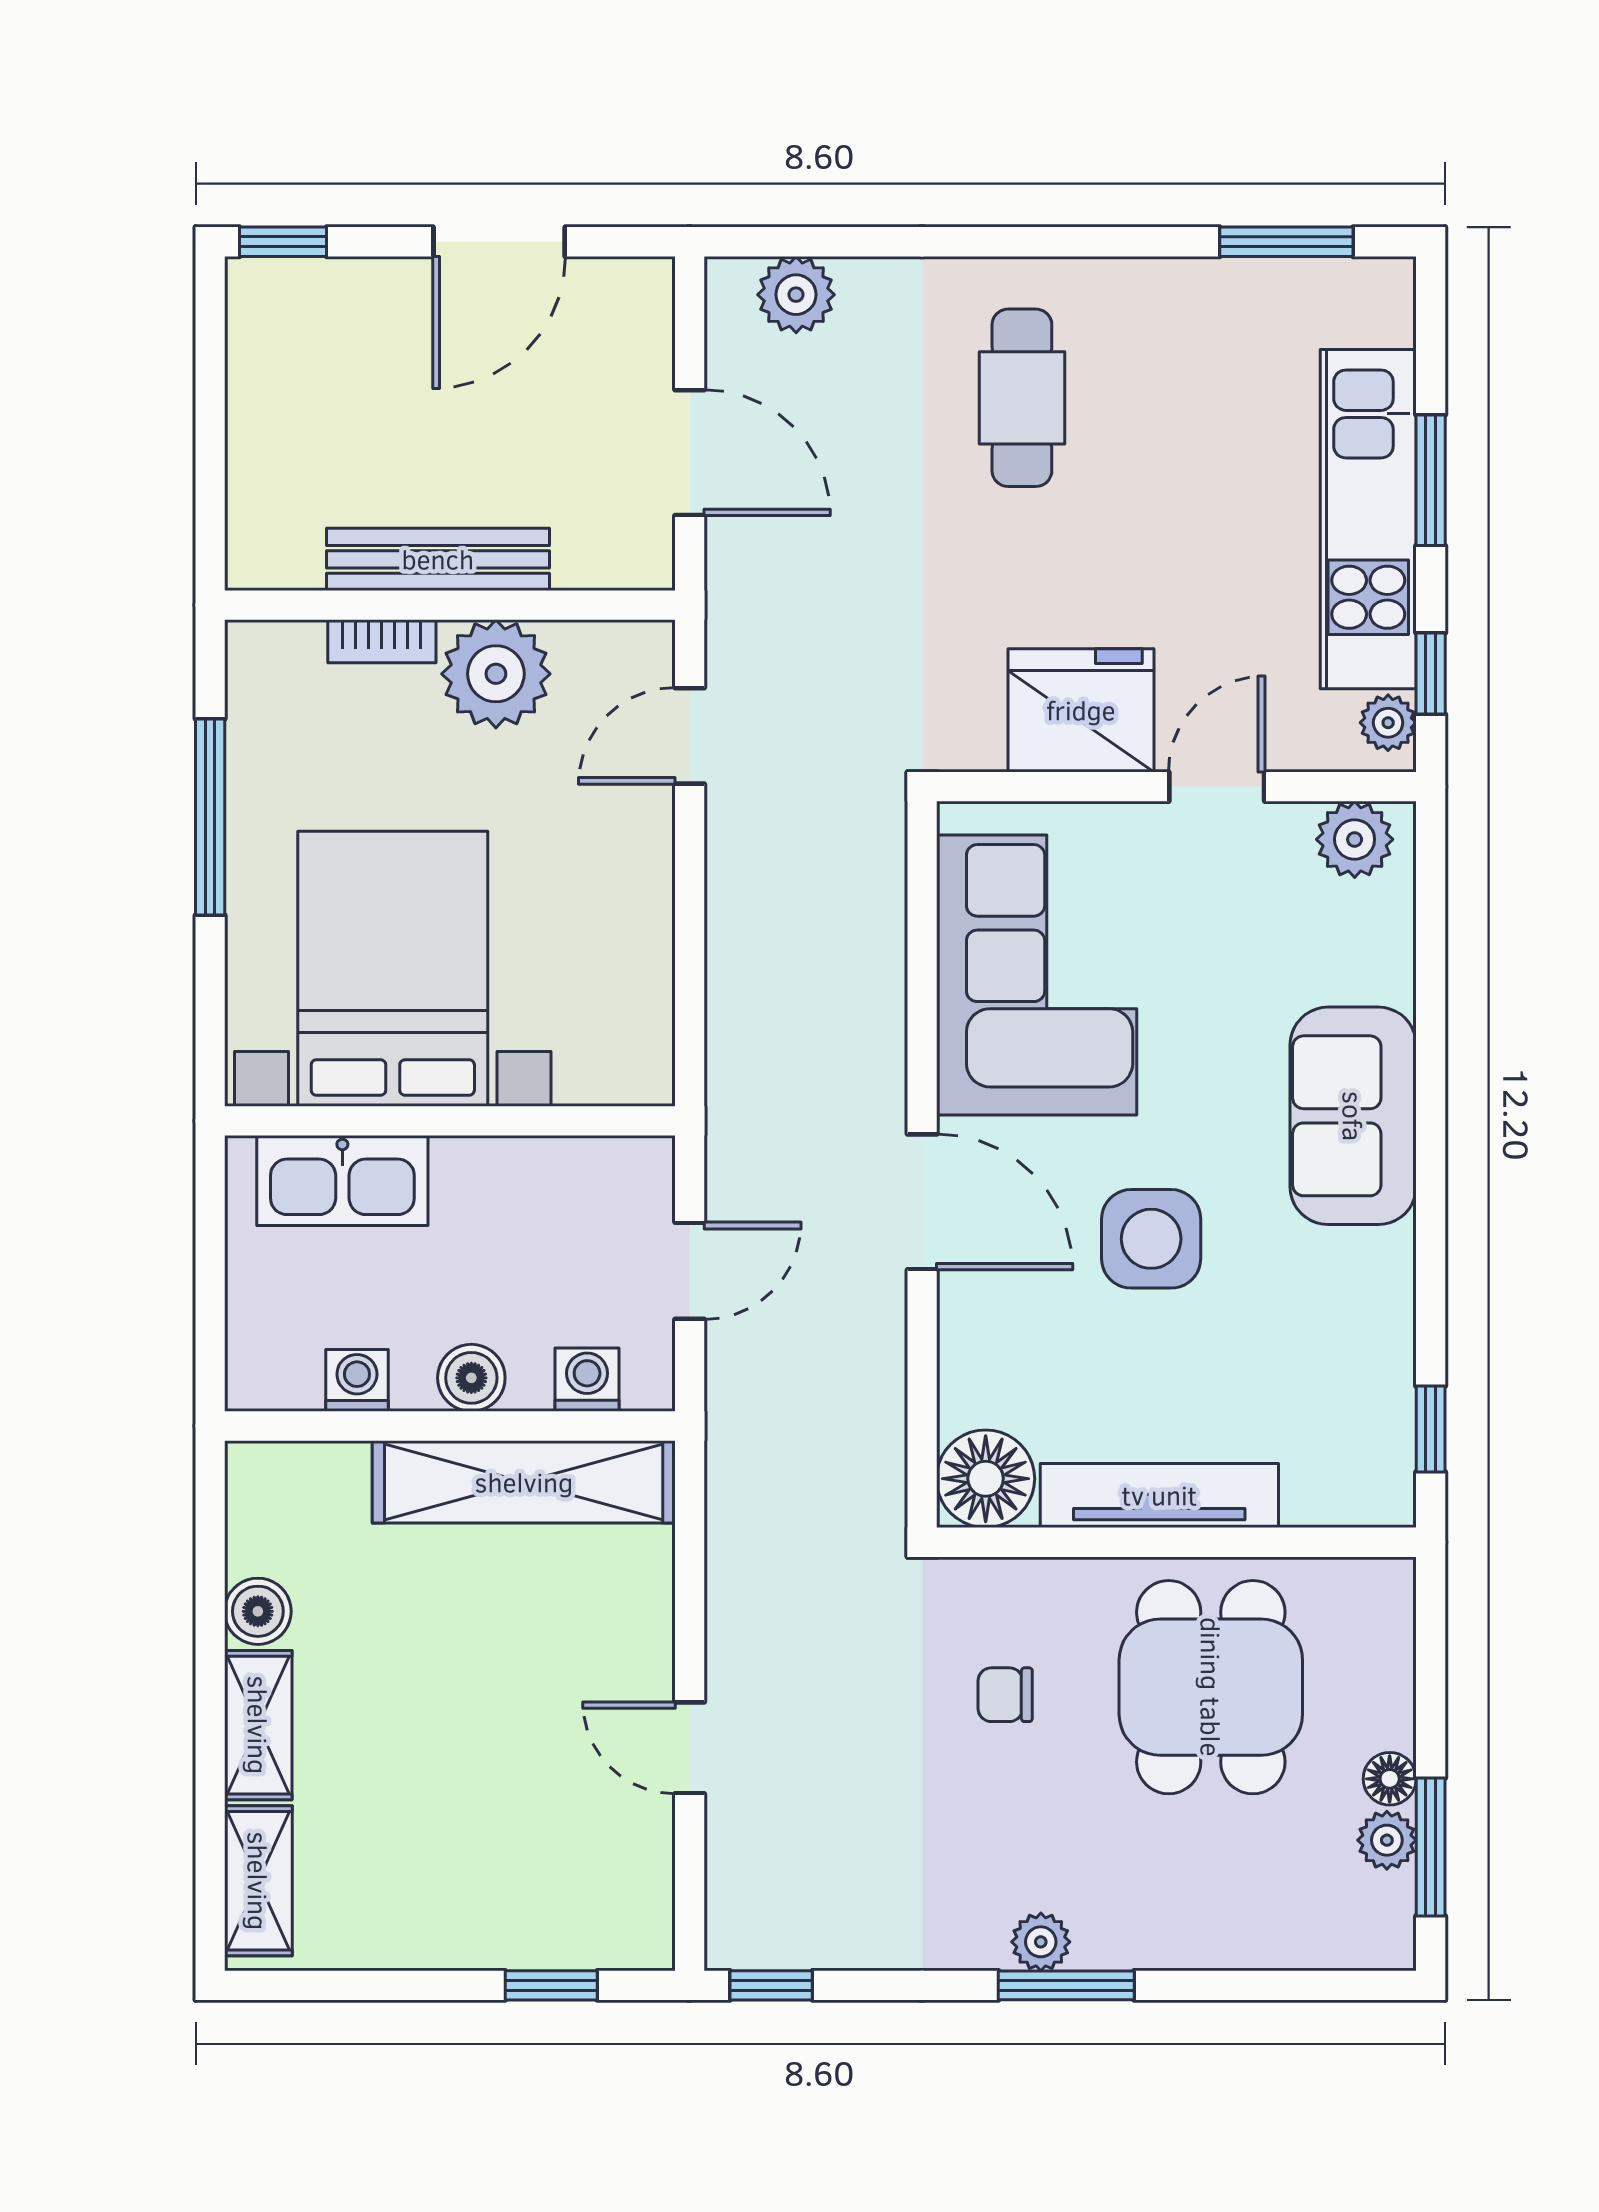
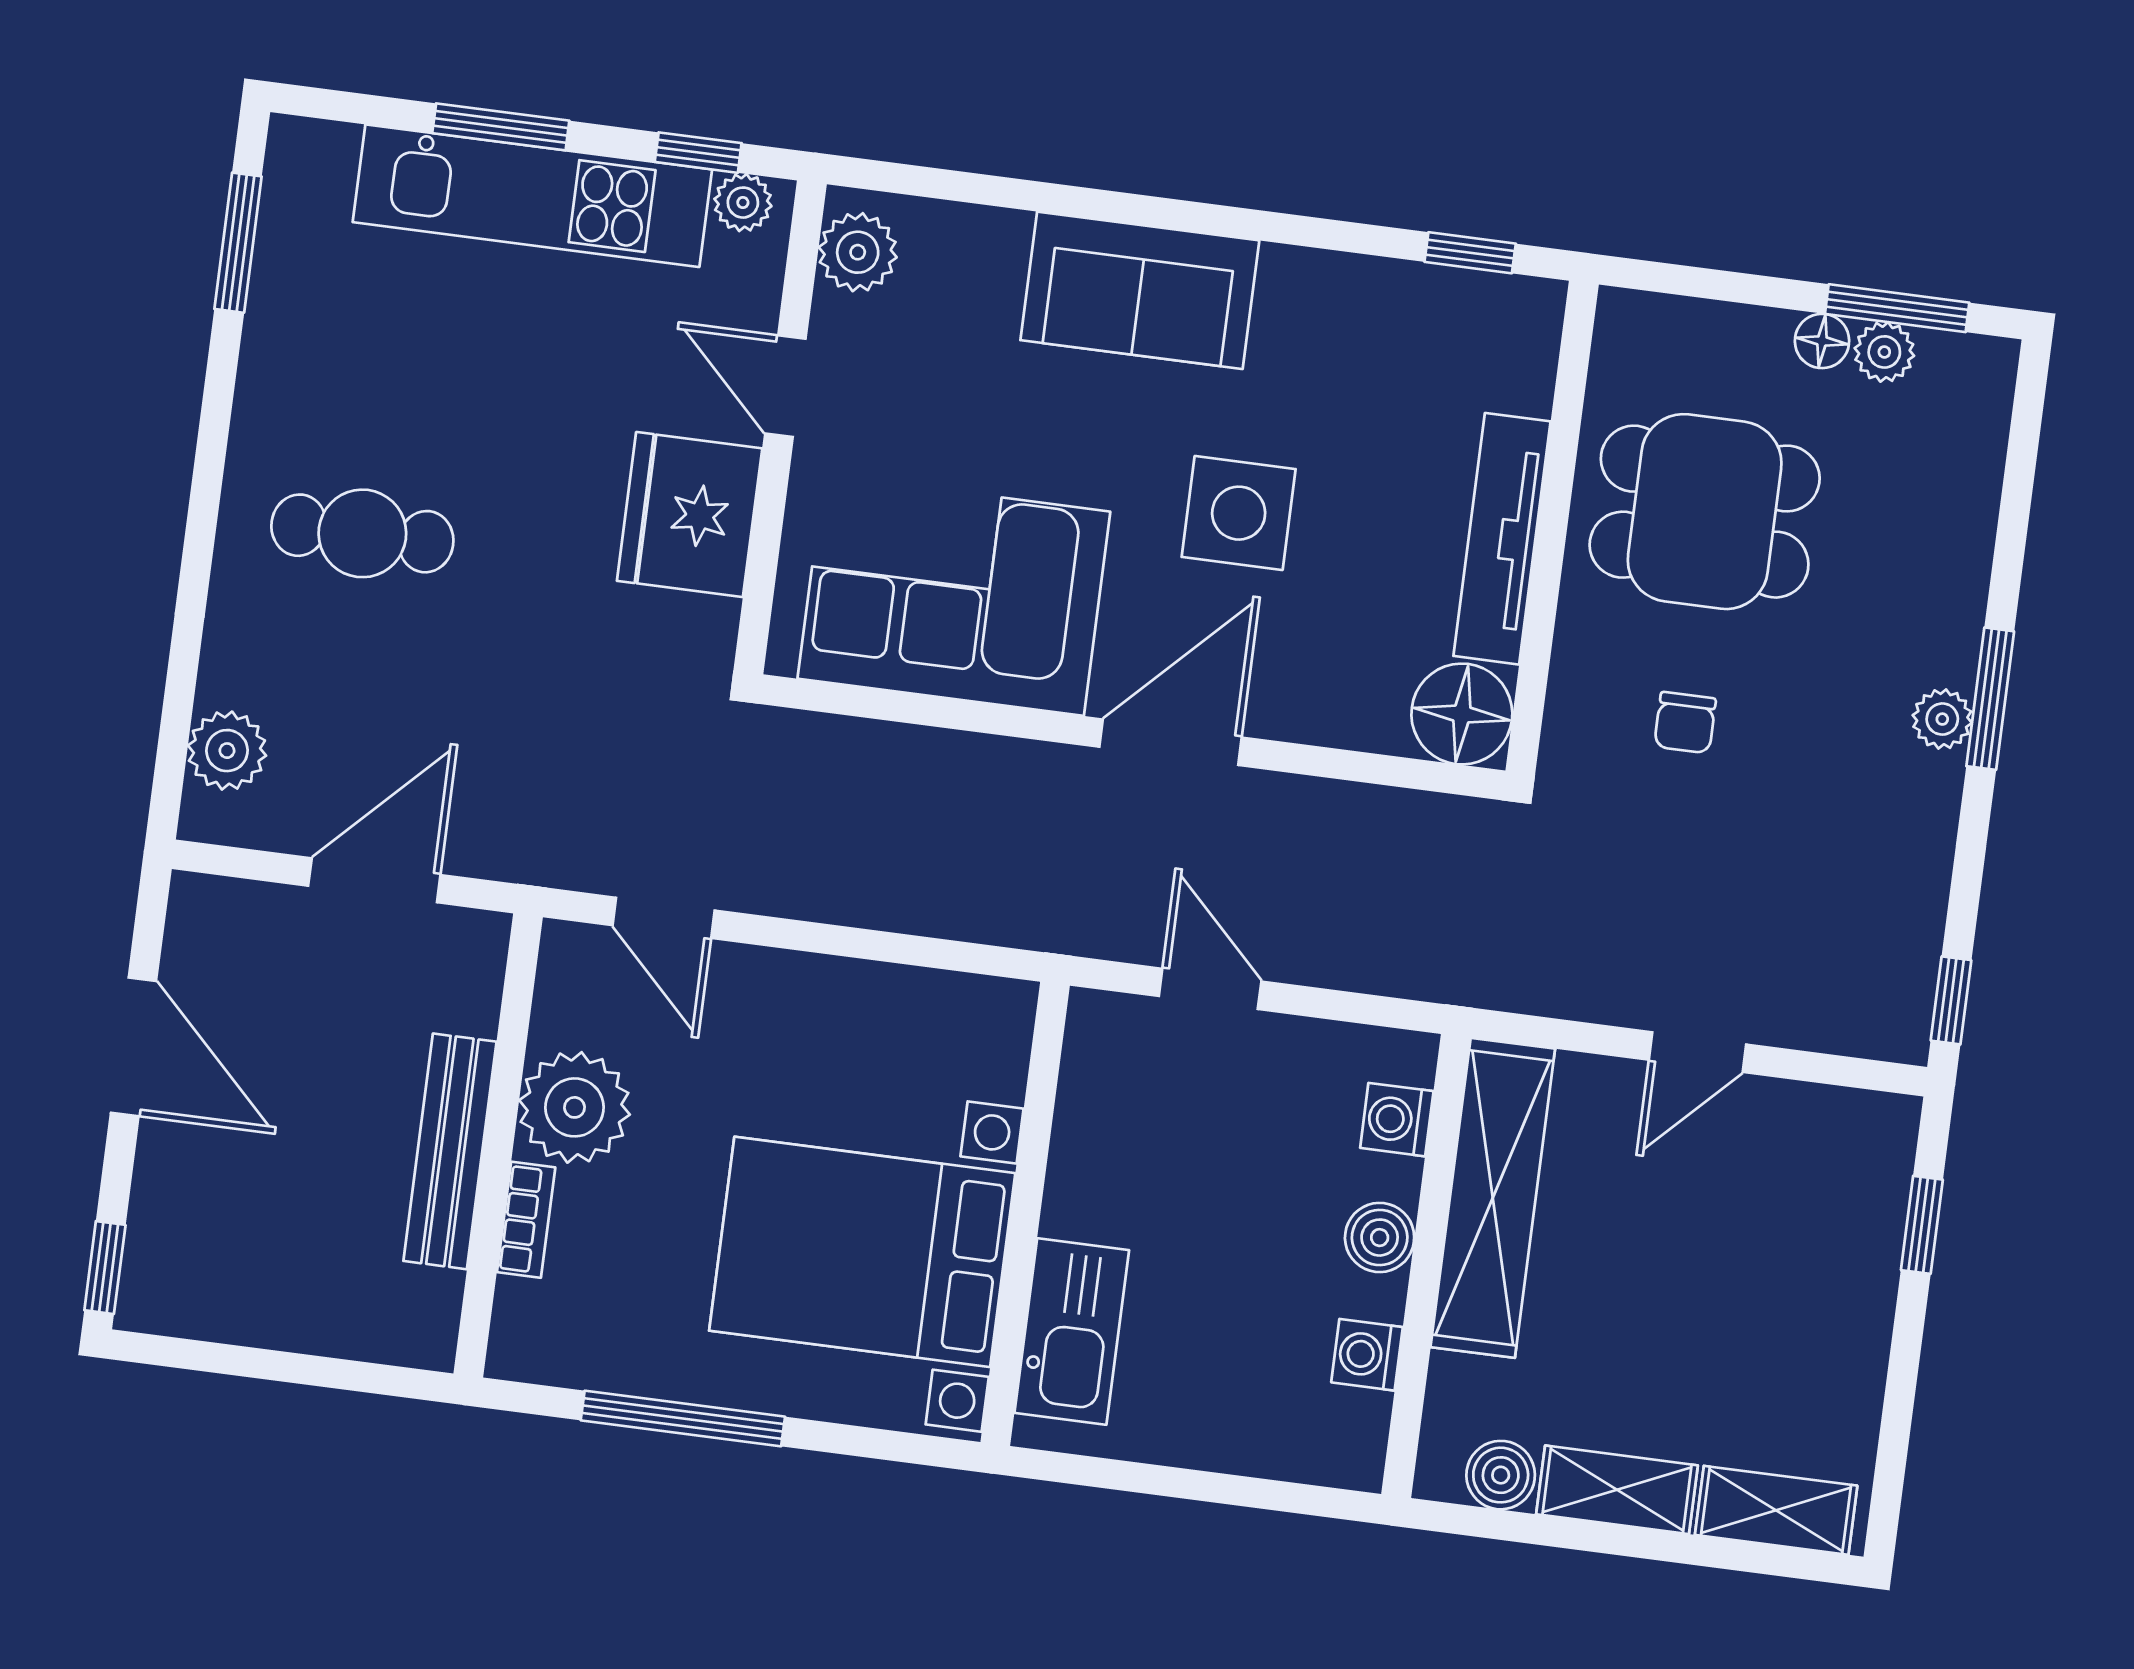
boiler: (471, 1378) -> (1380, 1238), moved
washing machine: (357, 1380) -> (1367, 1355), moved
washing machine: (587, 1380) -> (1397, 1120), moved
wall: (450, 1426) -> (1426, 1266), moved
shelving: (524, 1482) -> (1493, 1198), moved

